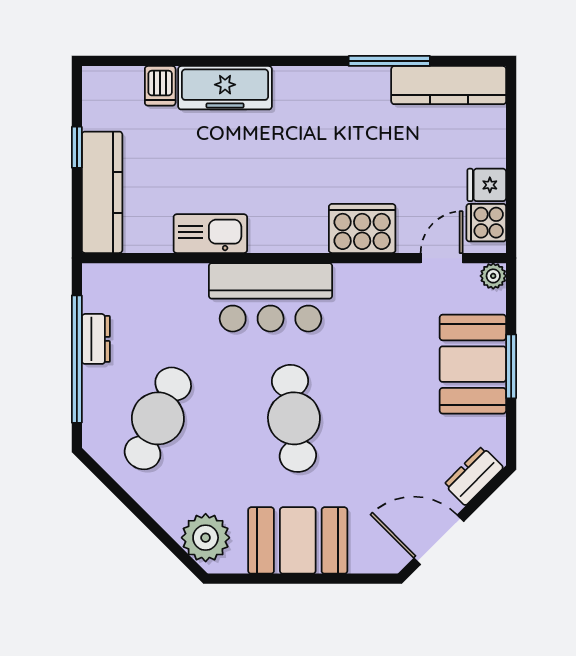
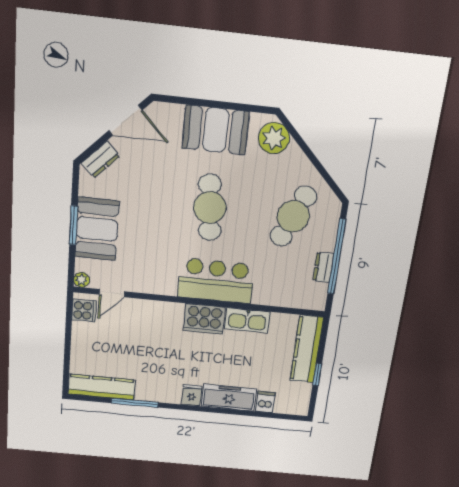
fridge: (487, 185) -> (192, 395), moved, turned -90
cooker: (362, 228) -> (204, 319), moved

